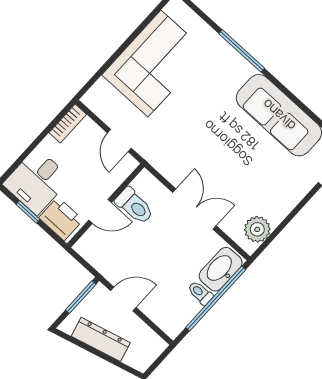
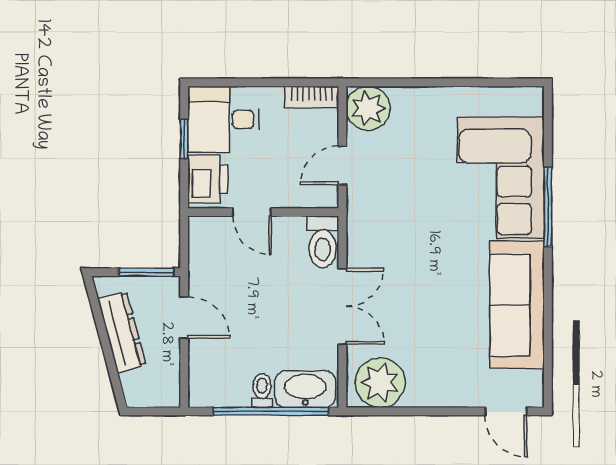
corner sofa: (154, 64) -> (501, 178), moved, turned 90
plant: (101, 99) -> (368, 108), added
toilet: (134, 206) -> (323, 242), moved
plant: (257, 229) -> (380, 383), width x1.36, depth x1.36

